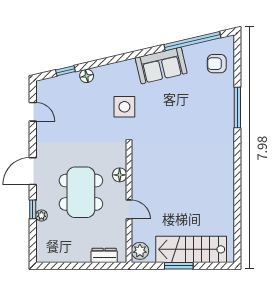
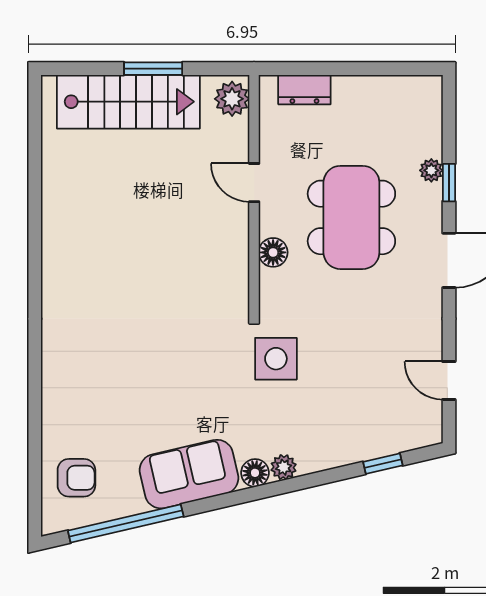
plant: (114, 69) -> (284, 467), added
floor lamp: (87, 76) -> (255, 473), moved
side table: (124, 107) -> (276, 359), moved
window: (237, 108) -> (35, 389), removed

